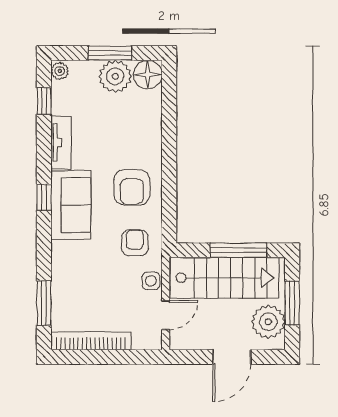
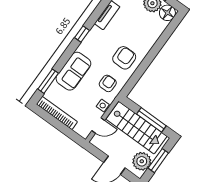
armchair: (132, 187) -> (124, 58), turned 180
sofa: (71, 205) -> (73, 71), moved

